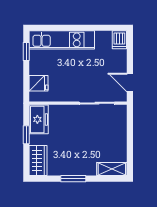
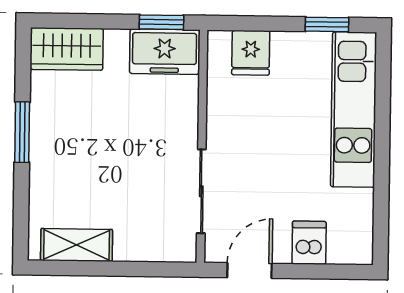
dishwasher: (119, 40) -> (309, 243), moved, turned 90
window: (26, 135) -> (161, 22), moved
shelving: (112, 169) -> (77, 245), moved, turned 90

